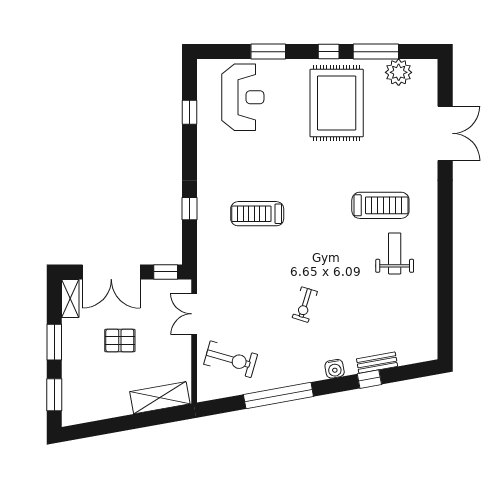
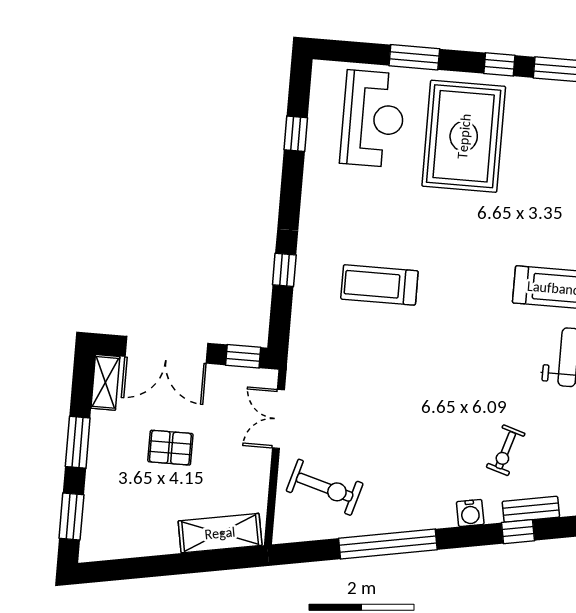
rug: (337, 103) -> (464, 136), moved
exercise bike: (305, 305) -> (506, 450), moved

